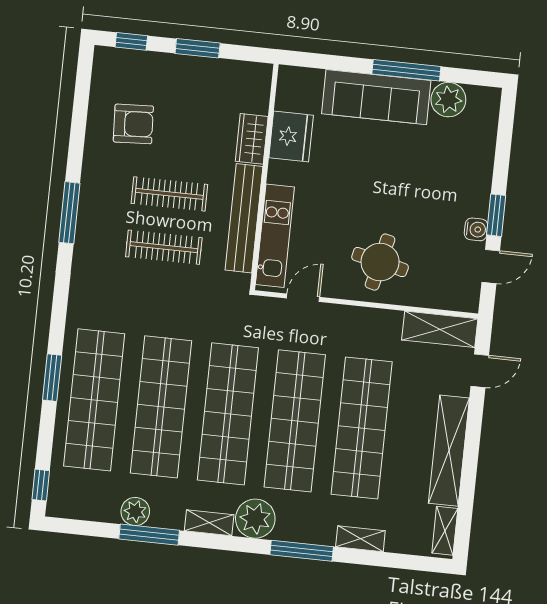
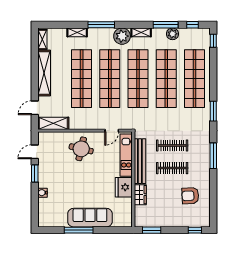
window: (198, 48) -> (152, 230), moved
plant: (448, 100) -> (60, 220), removed
fridge: (291, 136) -> (124, 187), moved
water cooler: (476, 229) -> (43, 193), moved
window: (52, 378) -> (213, 111), moved
window: (86, 528) -> (193, 25), added

